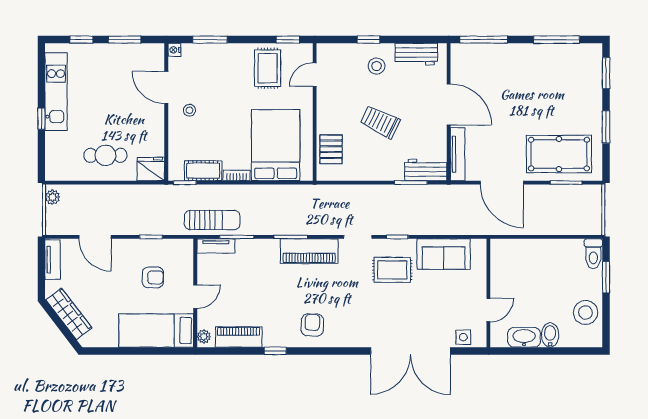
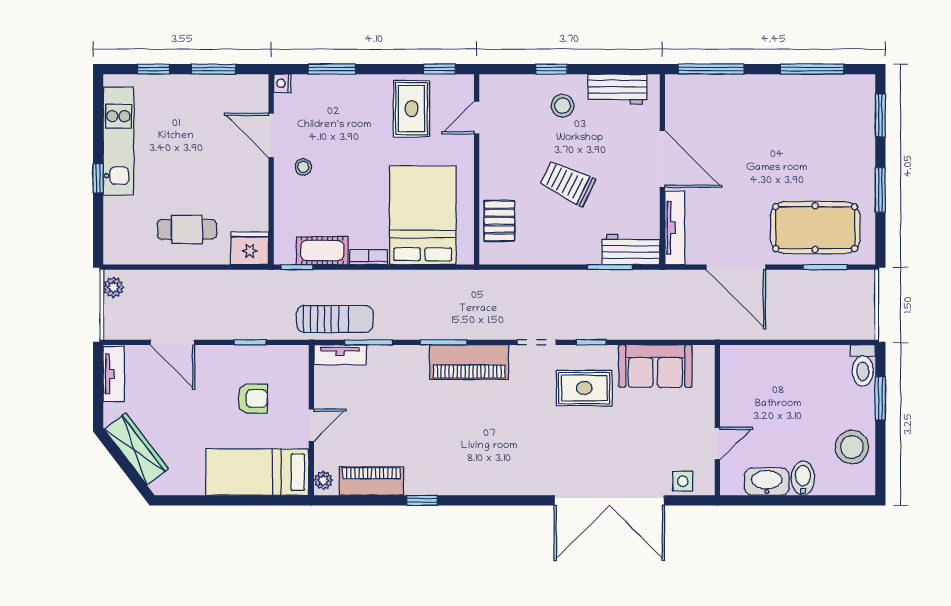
armchair: (312, 325) -> (473, 464), removed

